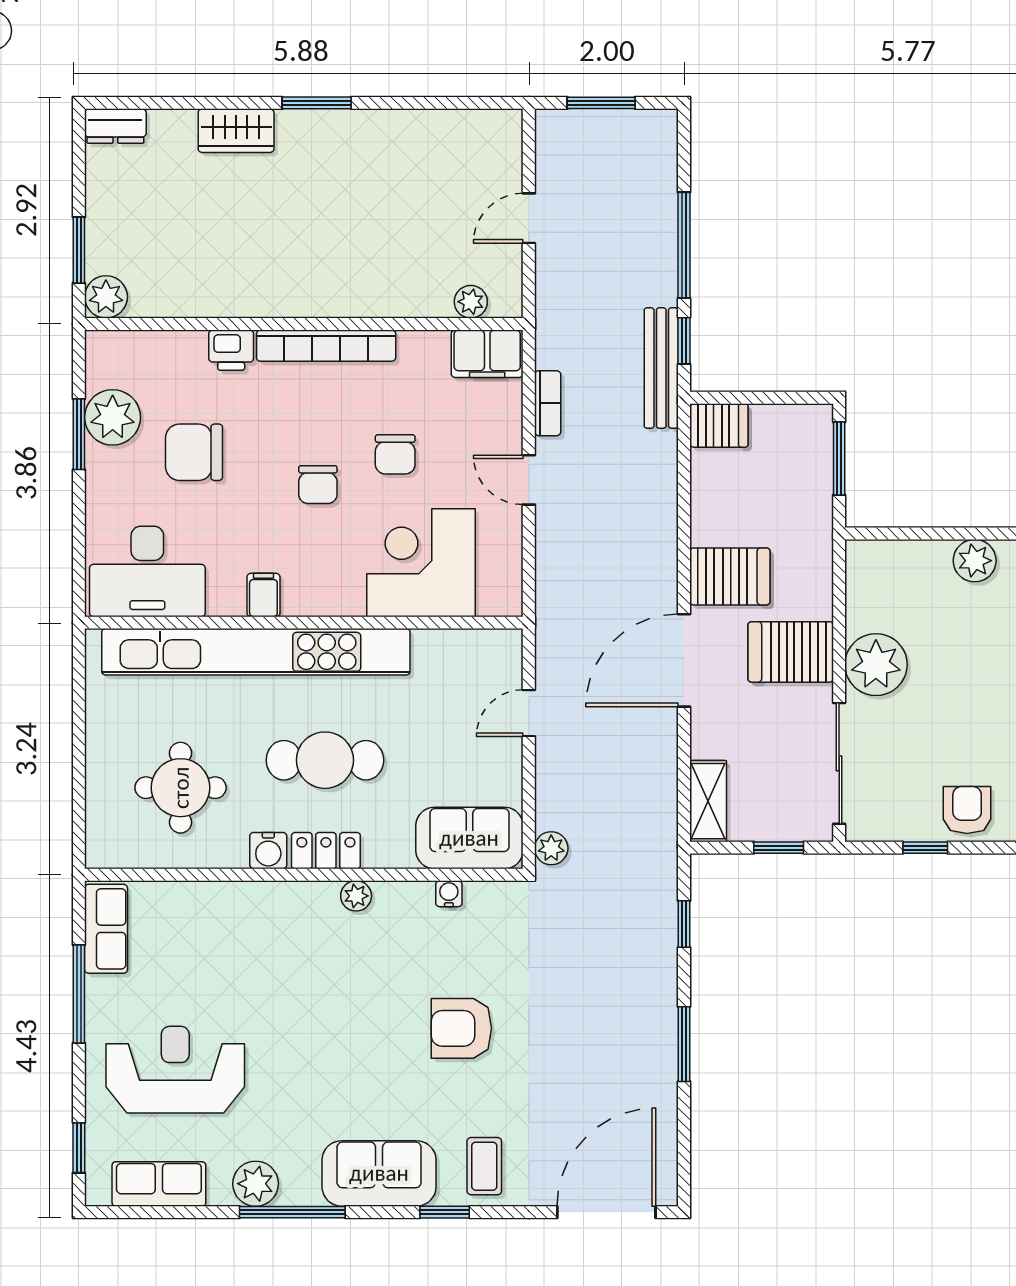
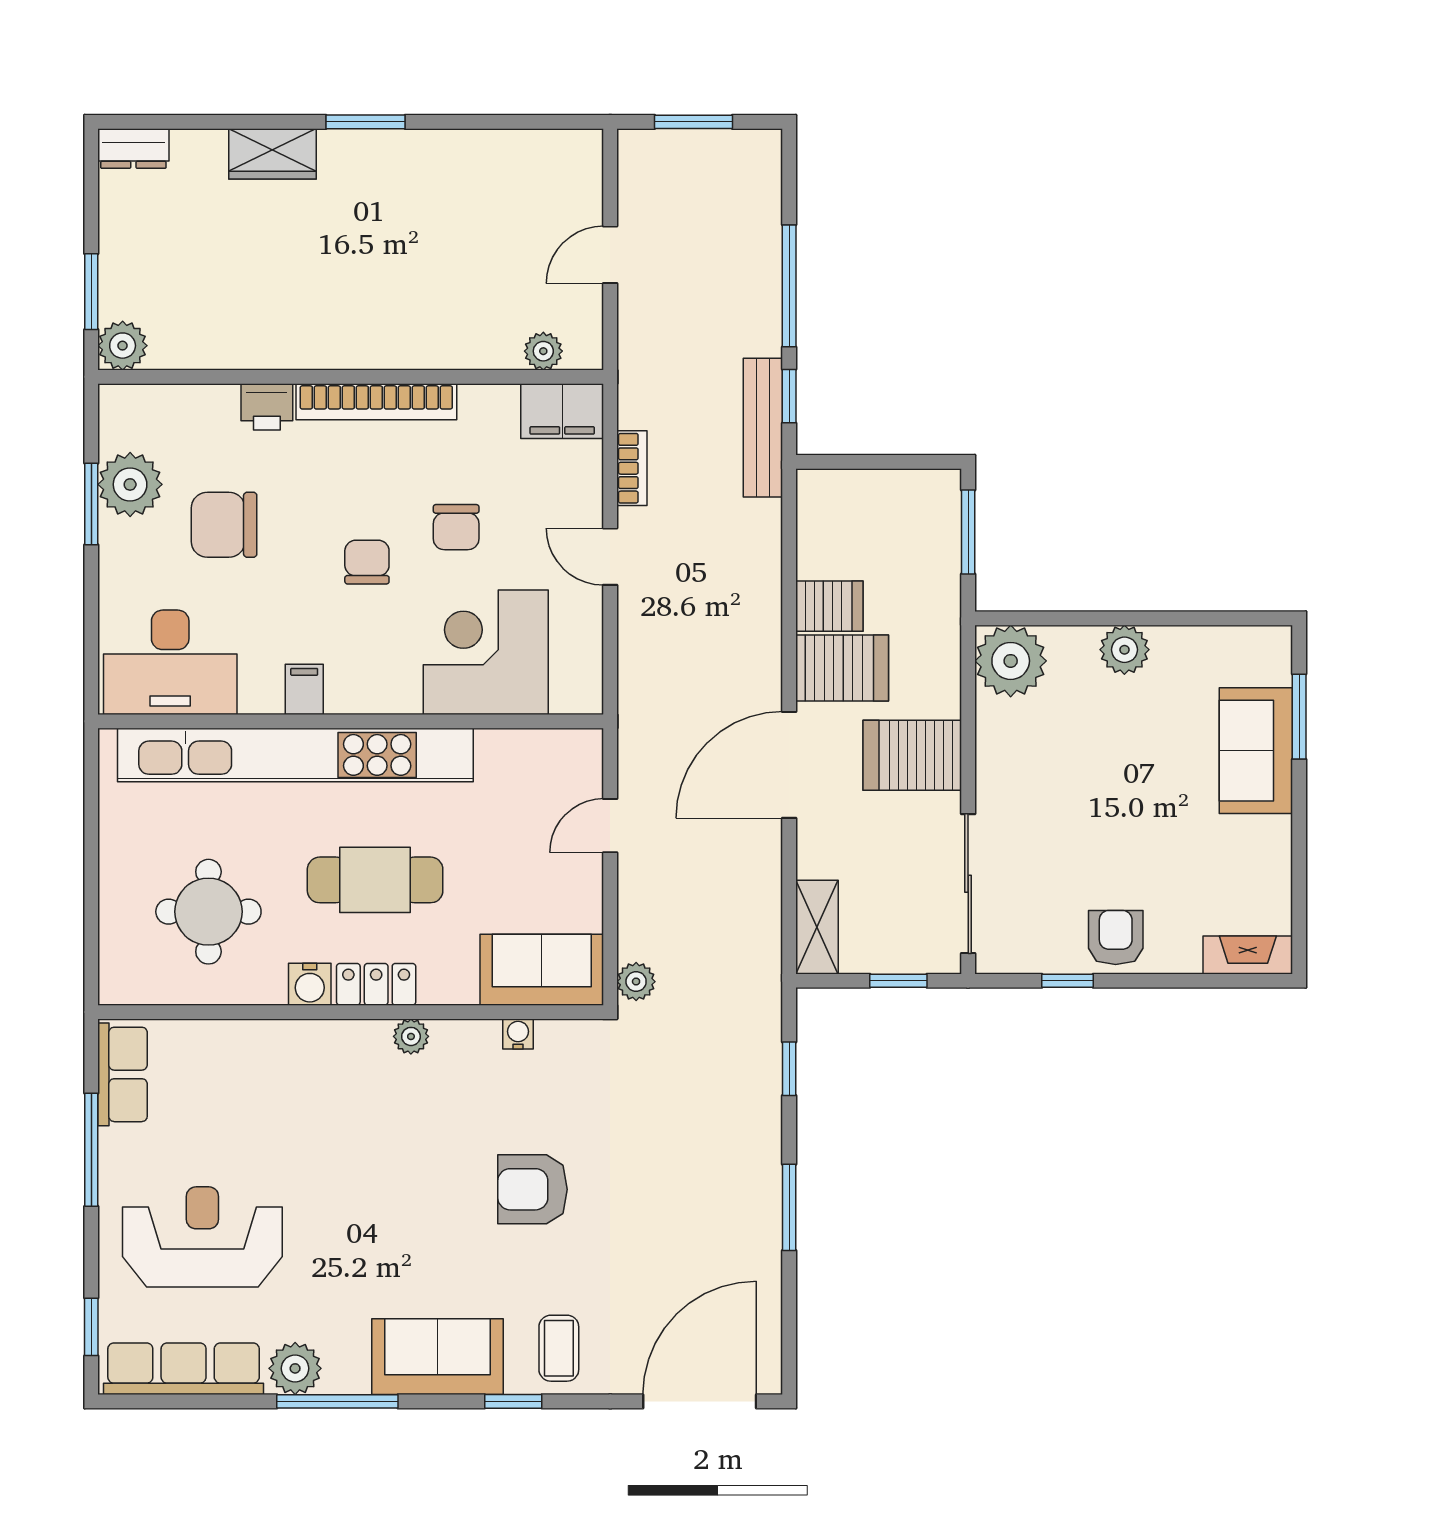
server rack: (719, 425) -> (829, 606), moved
chair: (318, 485) -> (367, 562), turned 180
plant: (876, 665) -> (1011, 661), moved
row of seats: (159, 1184) -> (184, 1369), width x1.48

